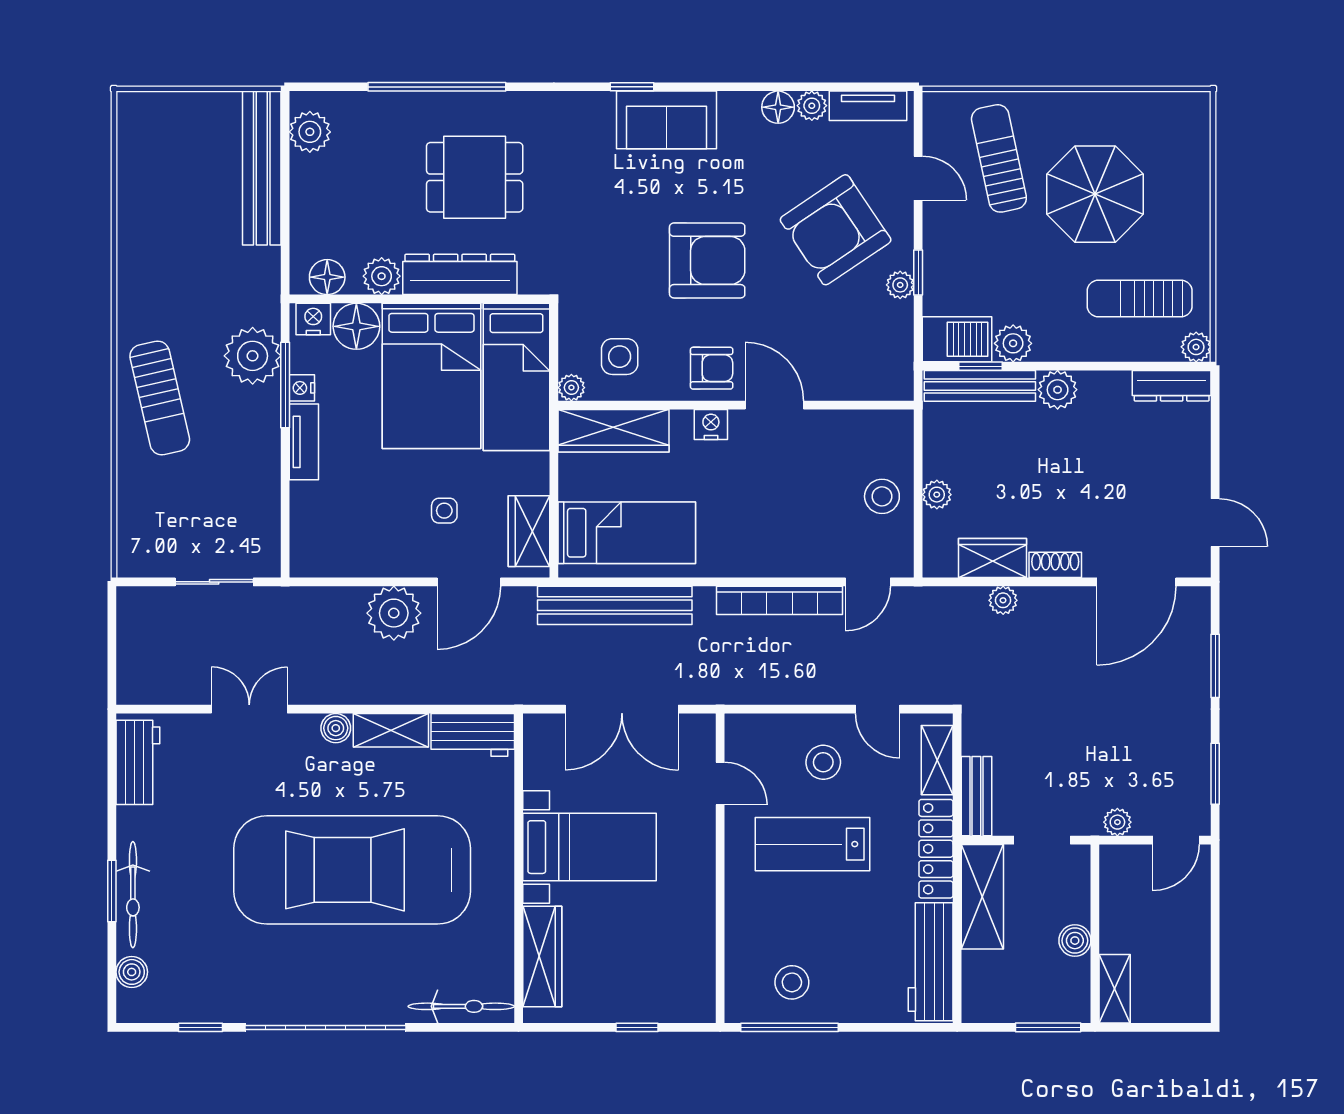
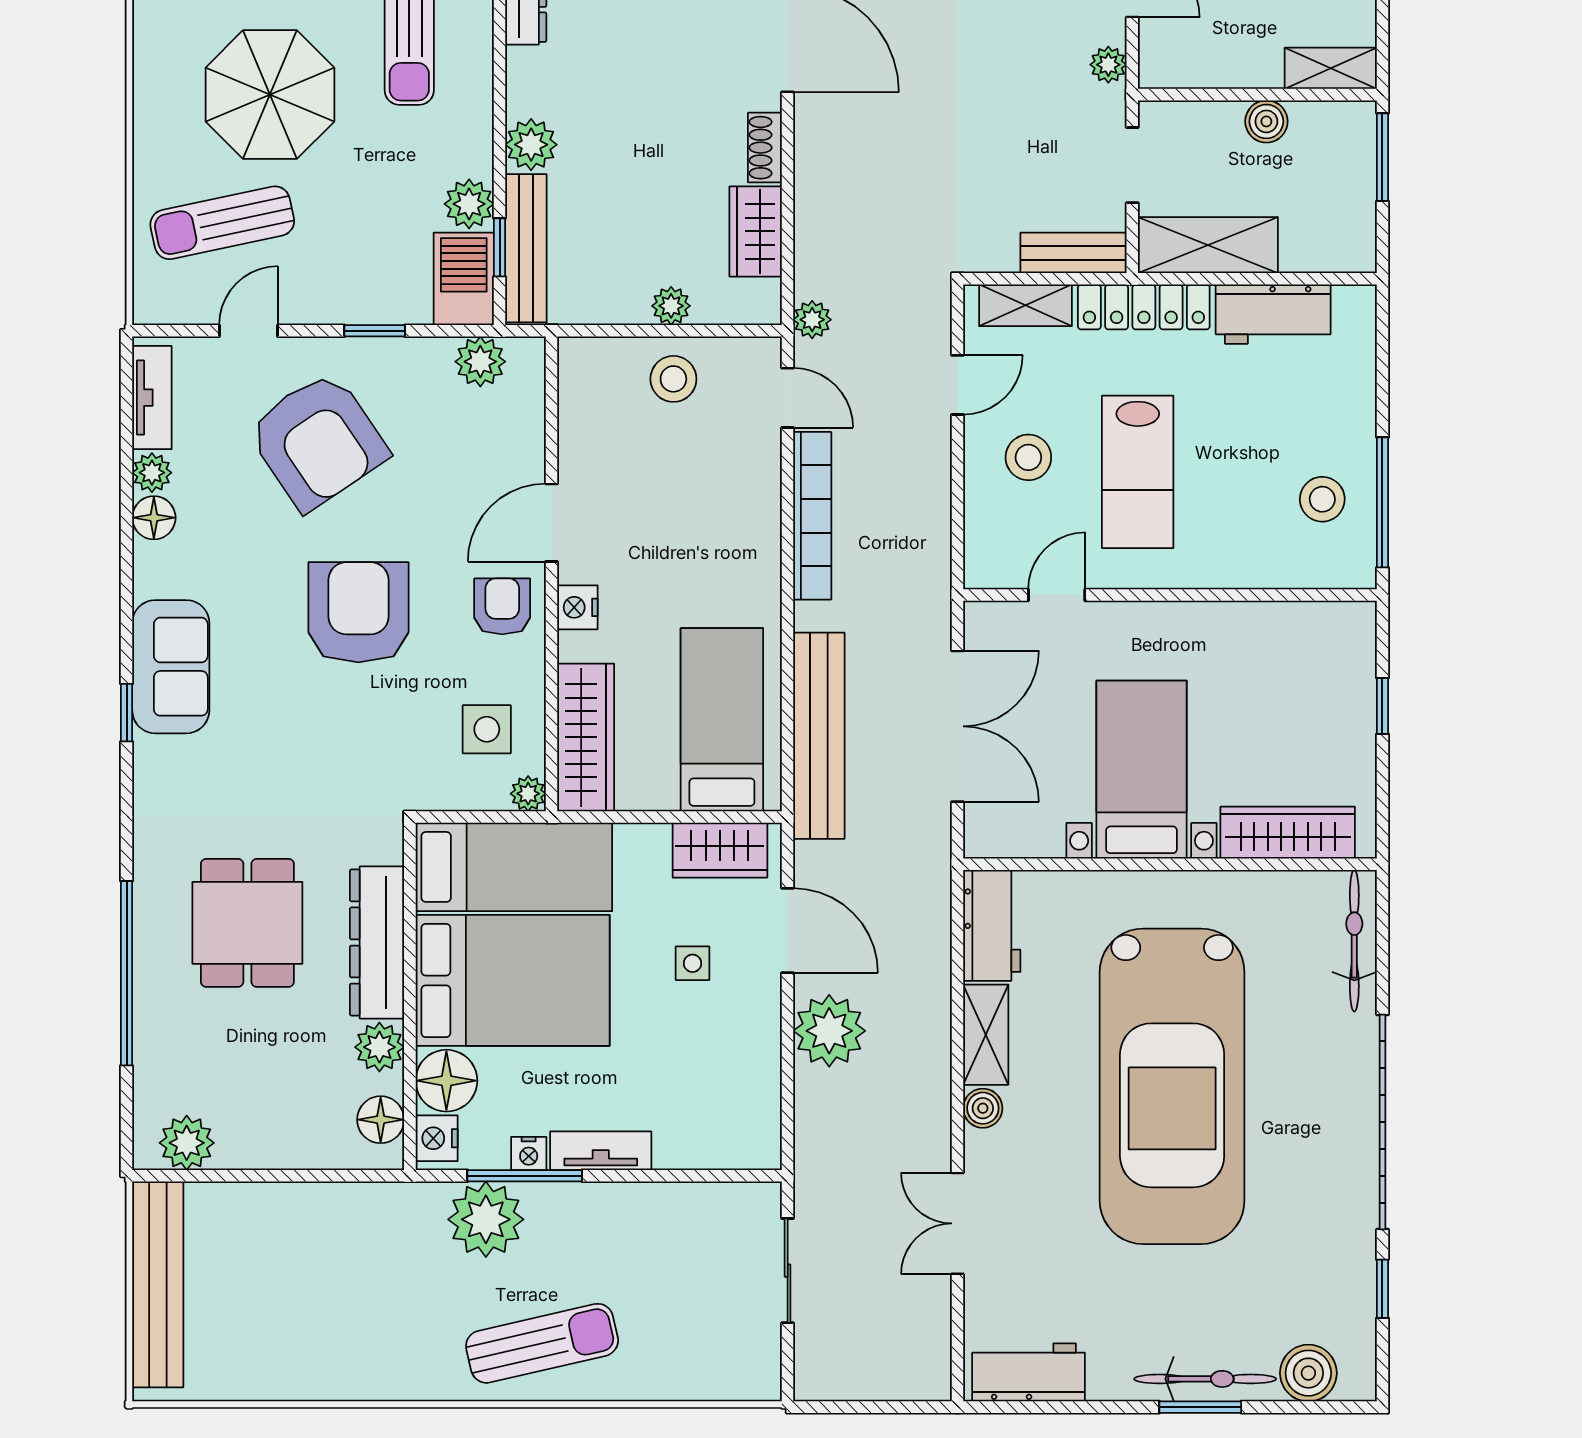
bench: (262, 168) -> (158, 1284), moved, turned 90
plant: (900, 285) -> (480, 362), moved, width x1.38, depth x1.38
plant: (1003, 600) -> (812, 320), moved
workbench: (931, 962) -> (1273, 314), width x0.73
boiler: (132, 972) -> (1308, 1373), width x1.36, depth x1.36

